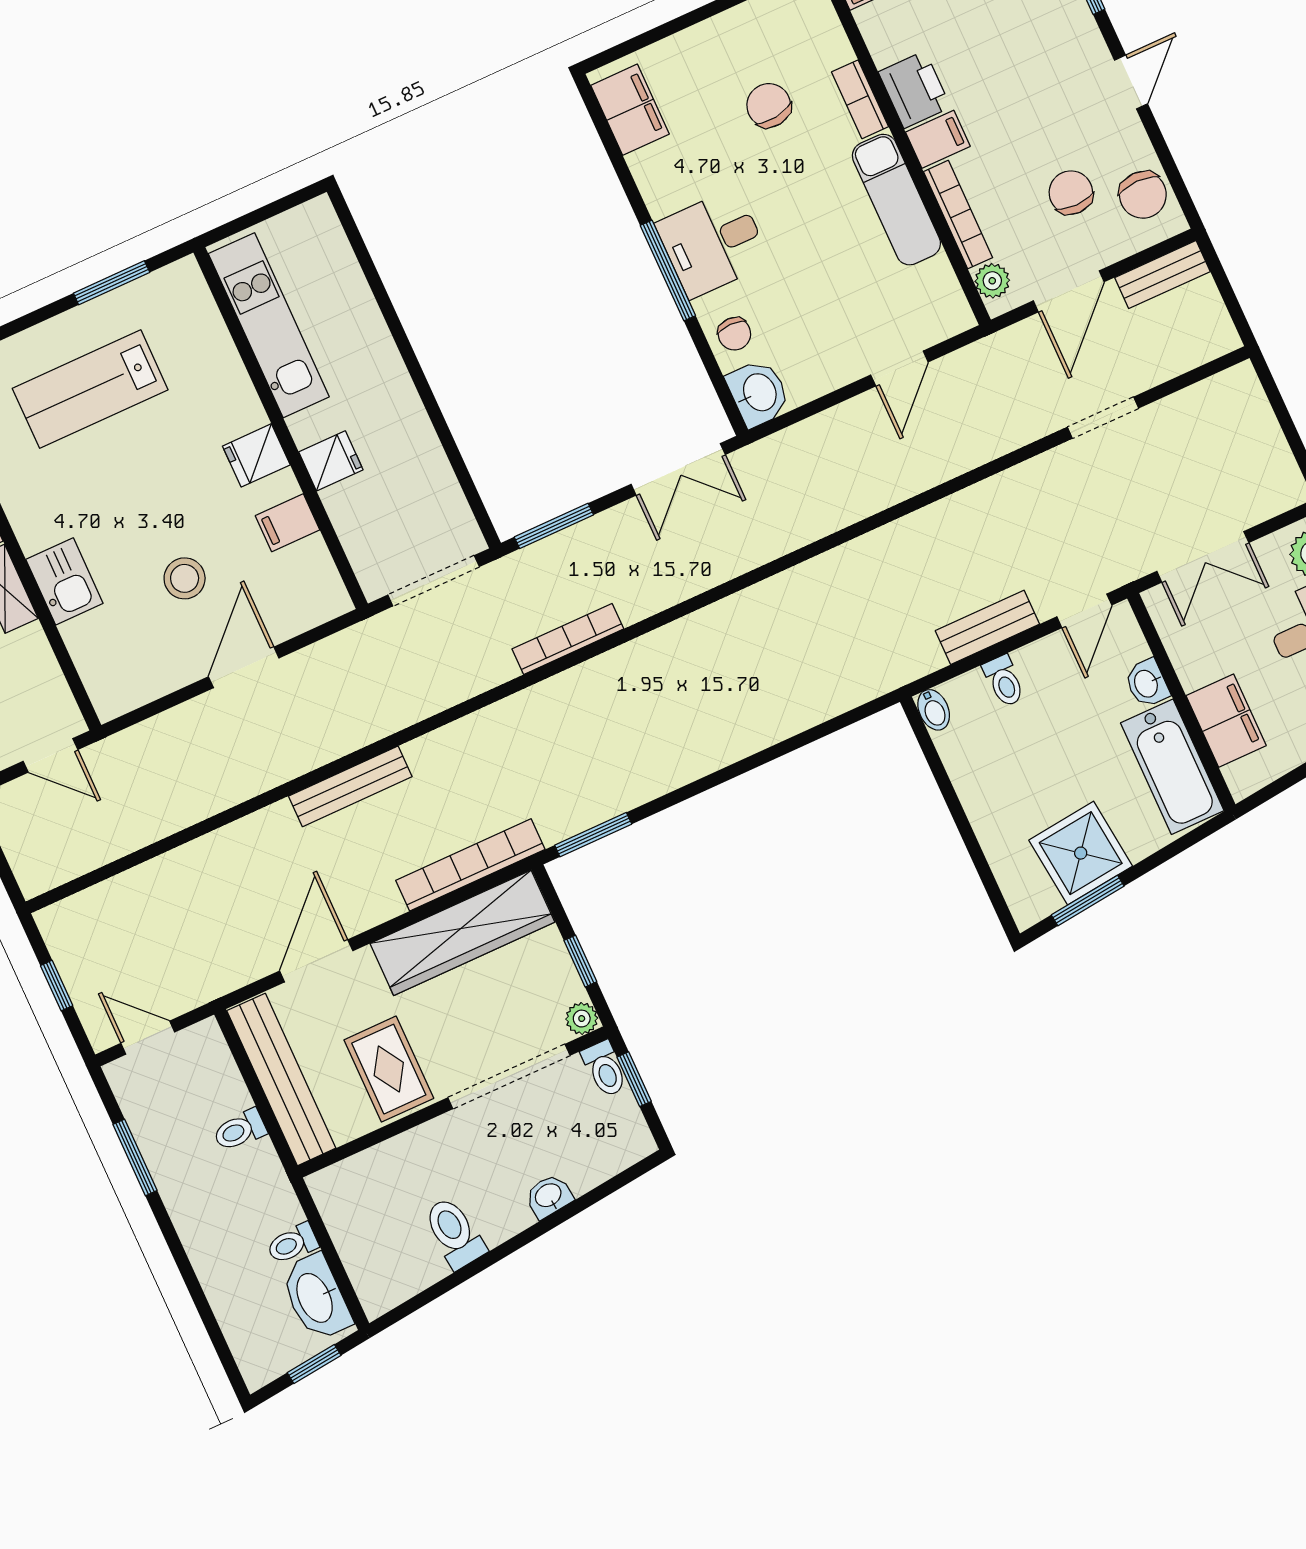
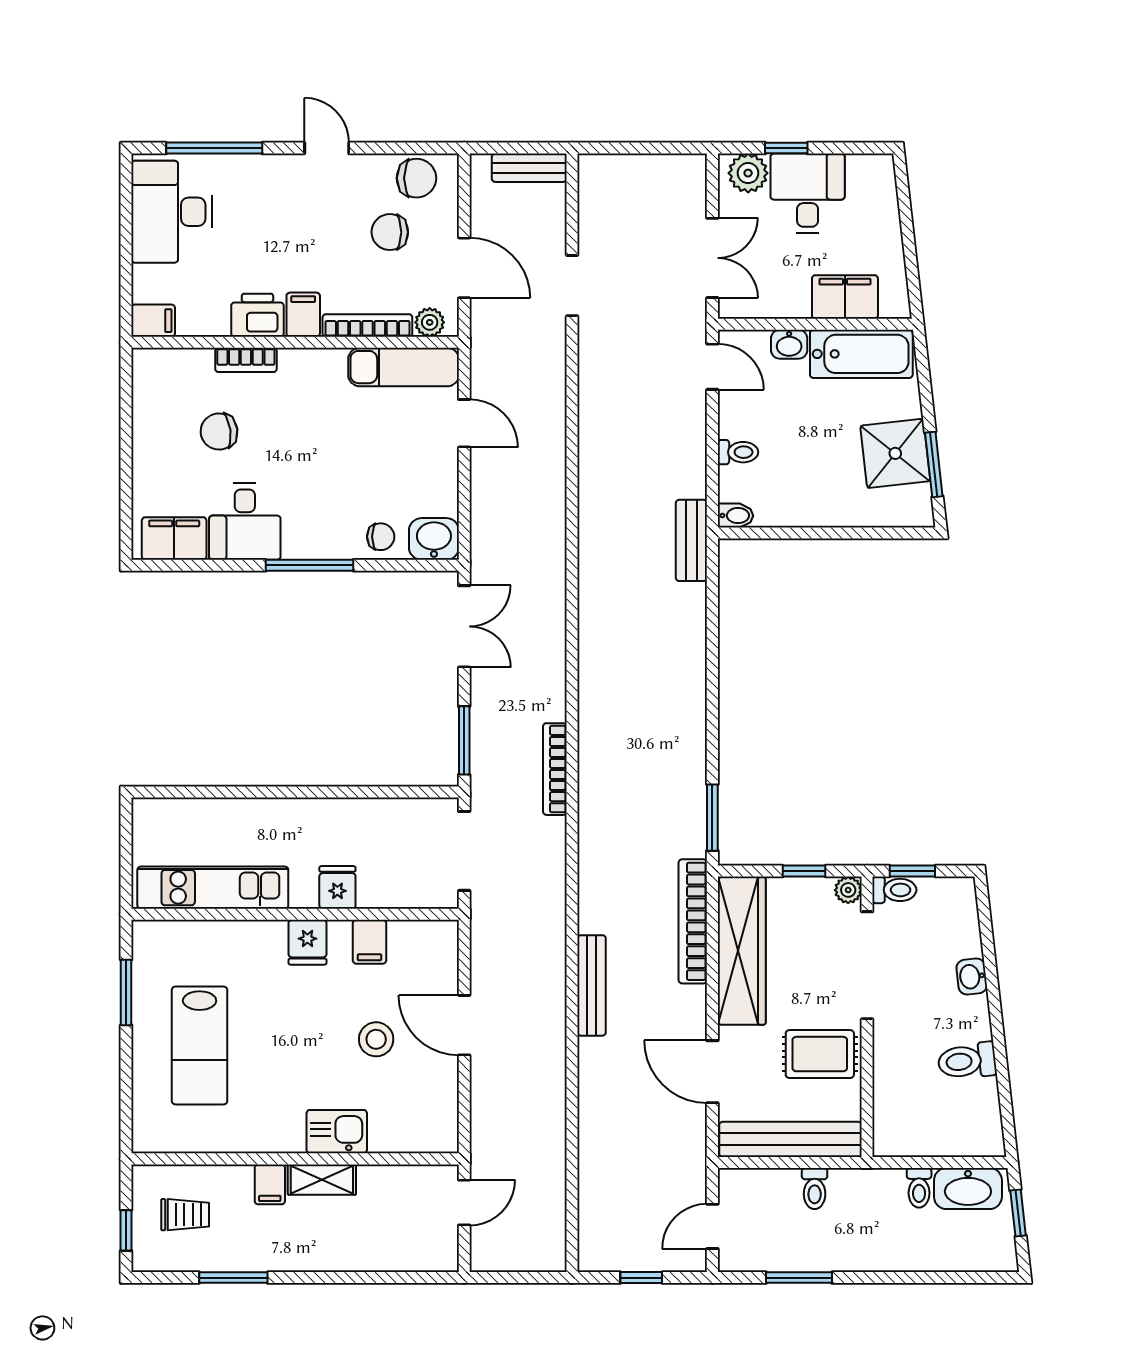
exam couch: (896, 200) -> (404, 367), moved
desk: (713, 243) -> (245, 522), moved
bench: (1162, 275) -> (529, 168), moved, turned 90
bench: (987, 627) -> (691, 540), moved

